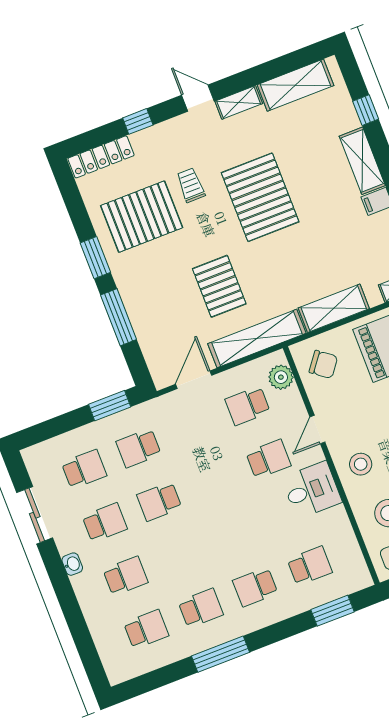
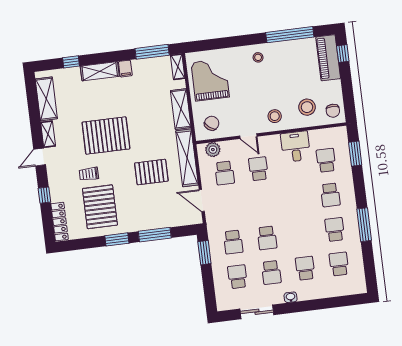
desk: (312, 490) -> (296, 147), moved
school desk: (105, 523) -> (271, 272), turned 180

